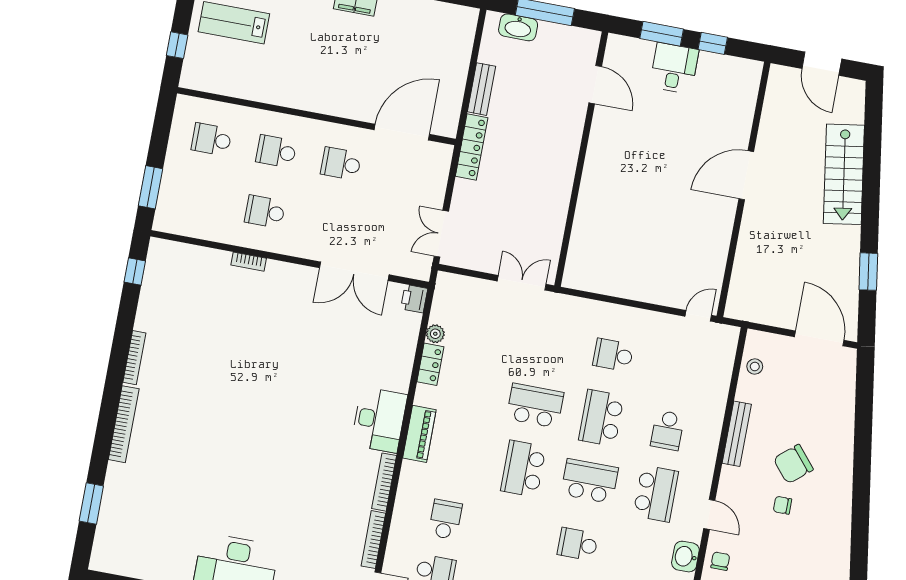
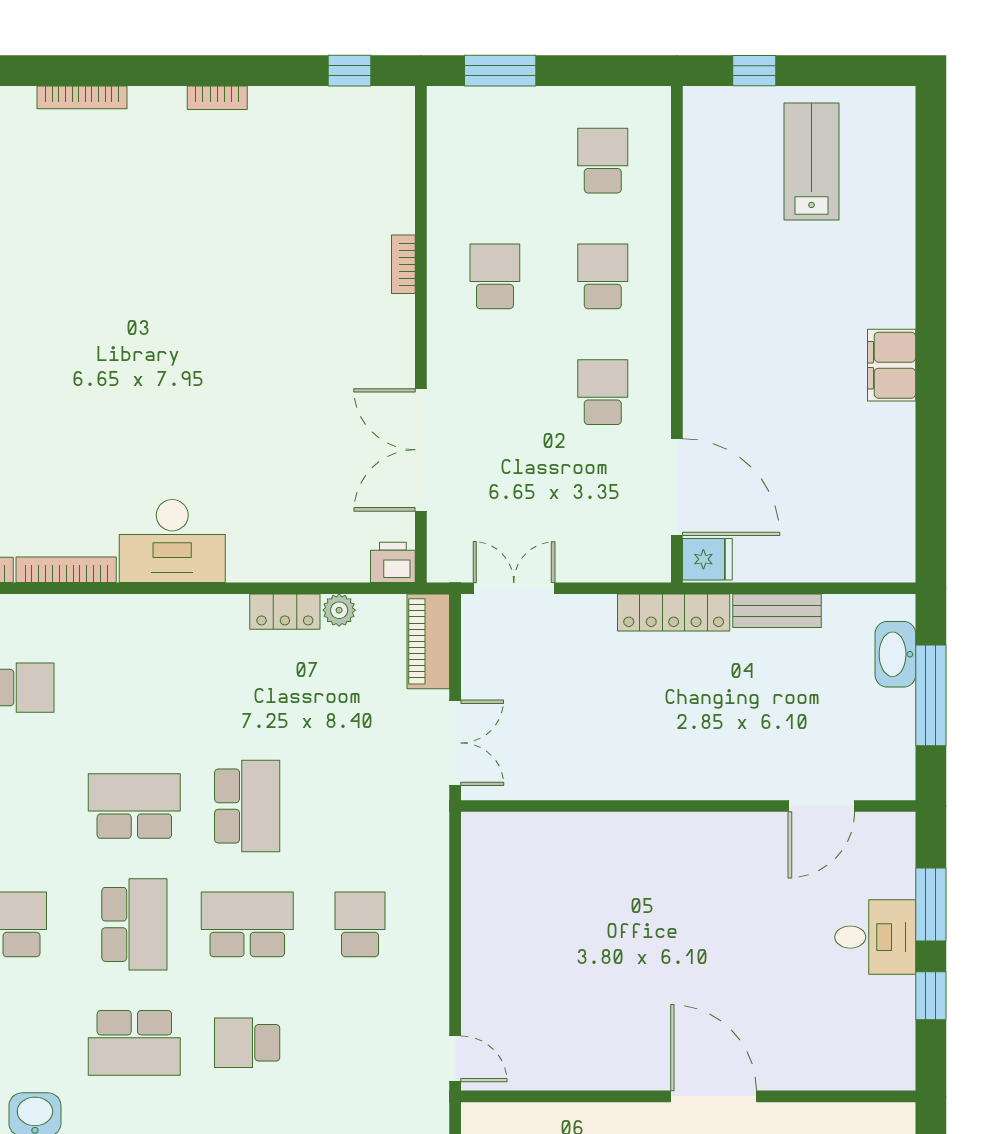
fridge: (445, 123) -> (707, 559), added
bookcase: (134, 358) -> (217, 98), width x0.64
bookcase: (124, 424) -> (82, 97), width x0.68, depth x0.76
piano: (419, 434) -> (428, 641), moved, turned 90

